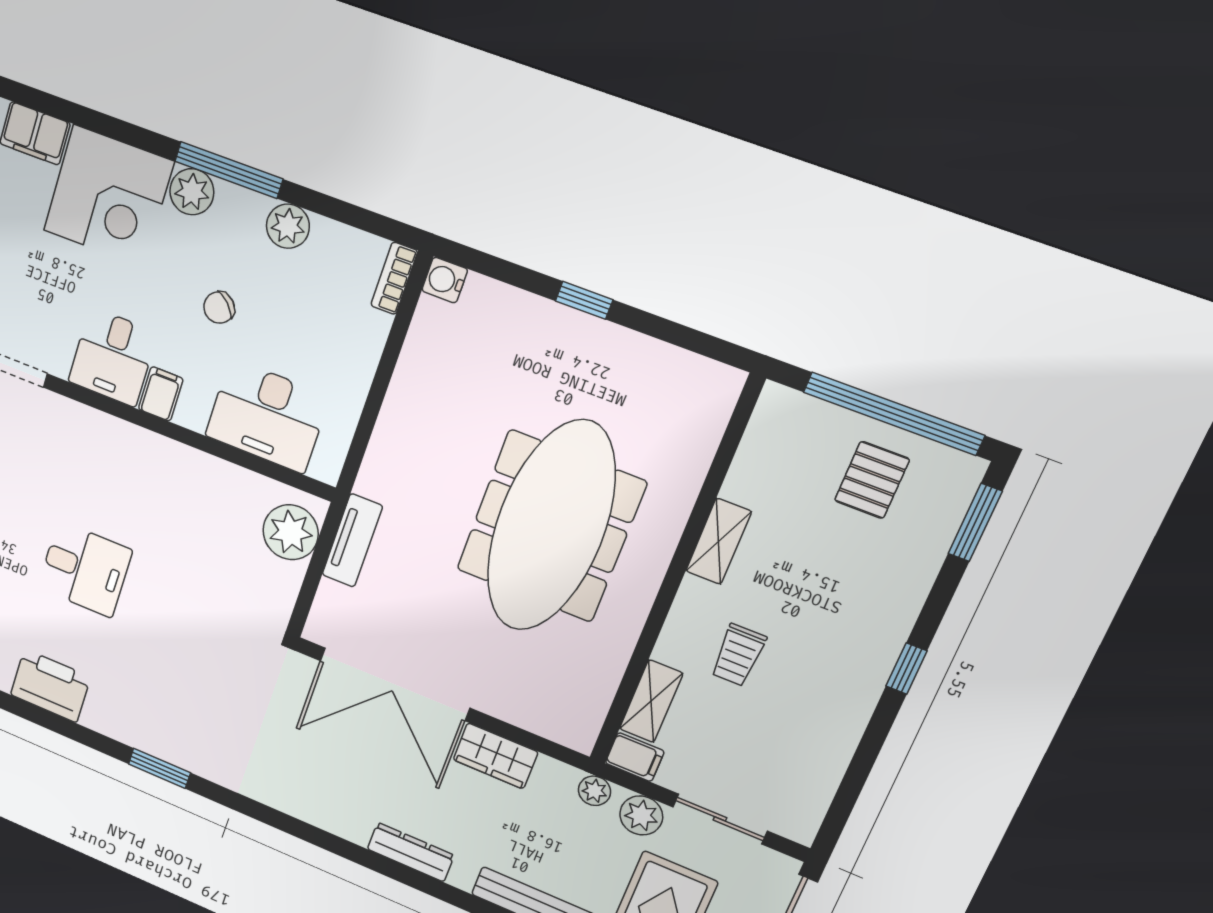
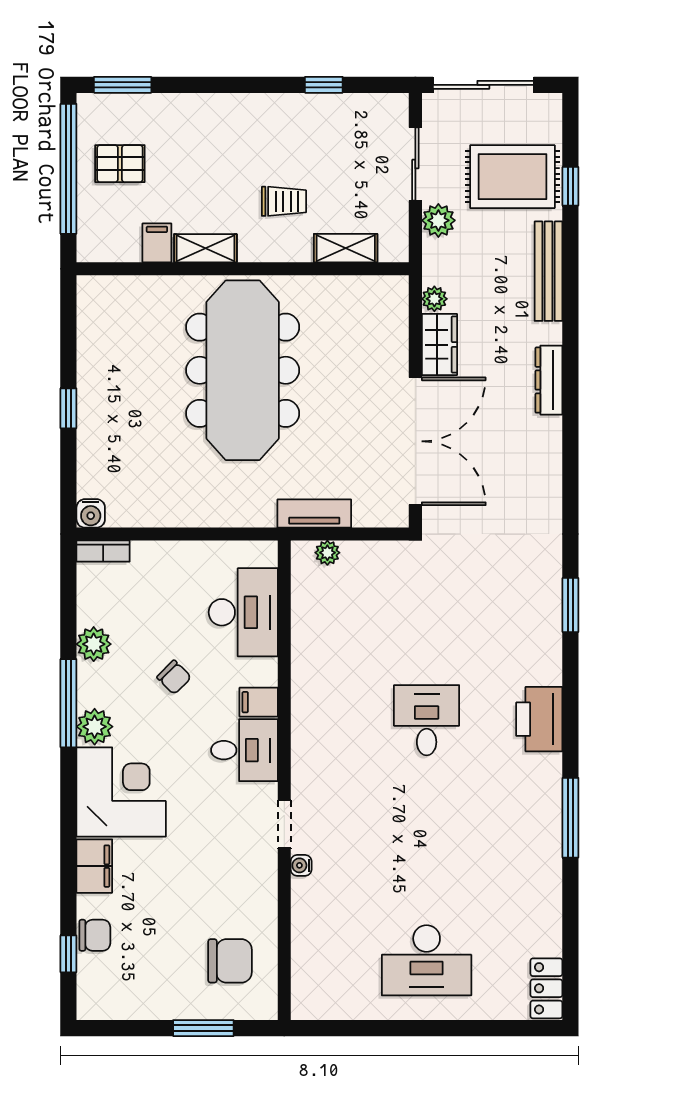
meeting table: (551, 526) -> (243, 370), turned 90
plant: (291, 532) -> (327, 553), width x0.53, depth x0.53
window: (906, 669) -> (324, 85), moved
filing cabinet: (635, 757) -> (157, 243), moved
plant: (594, 791) -> (434, 299), moved

